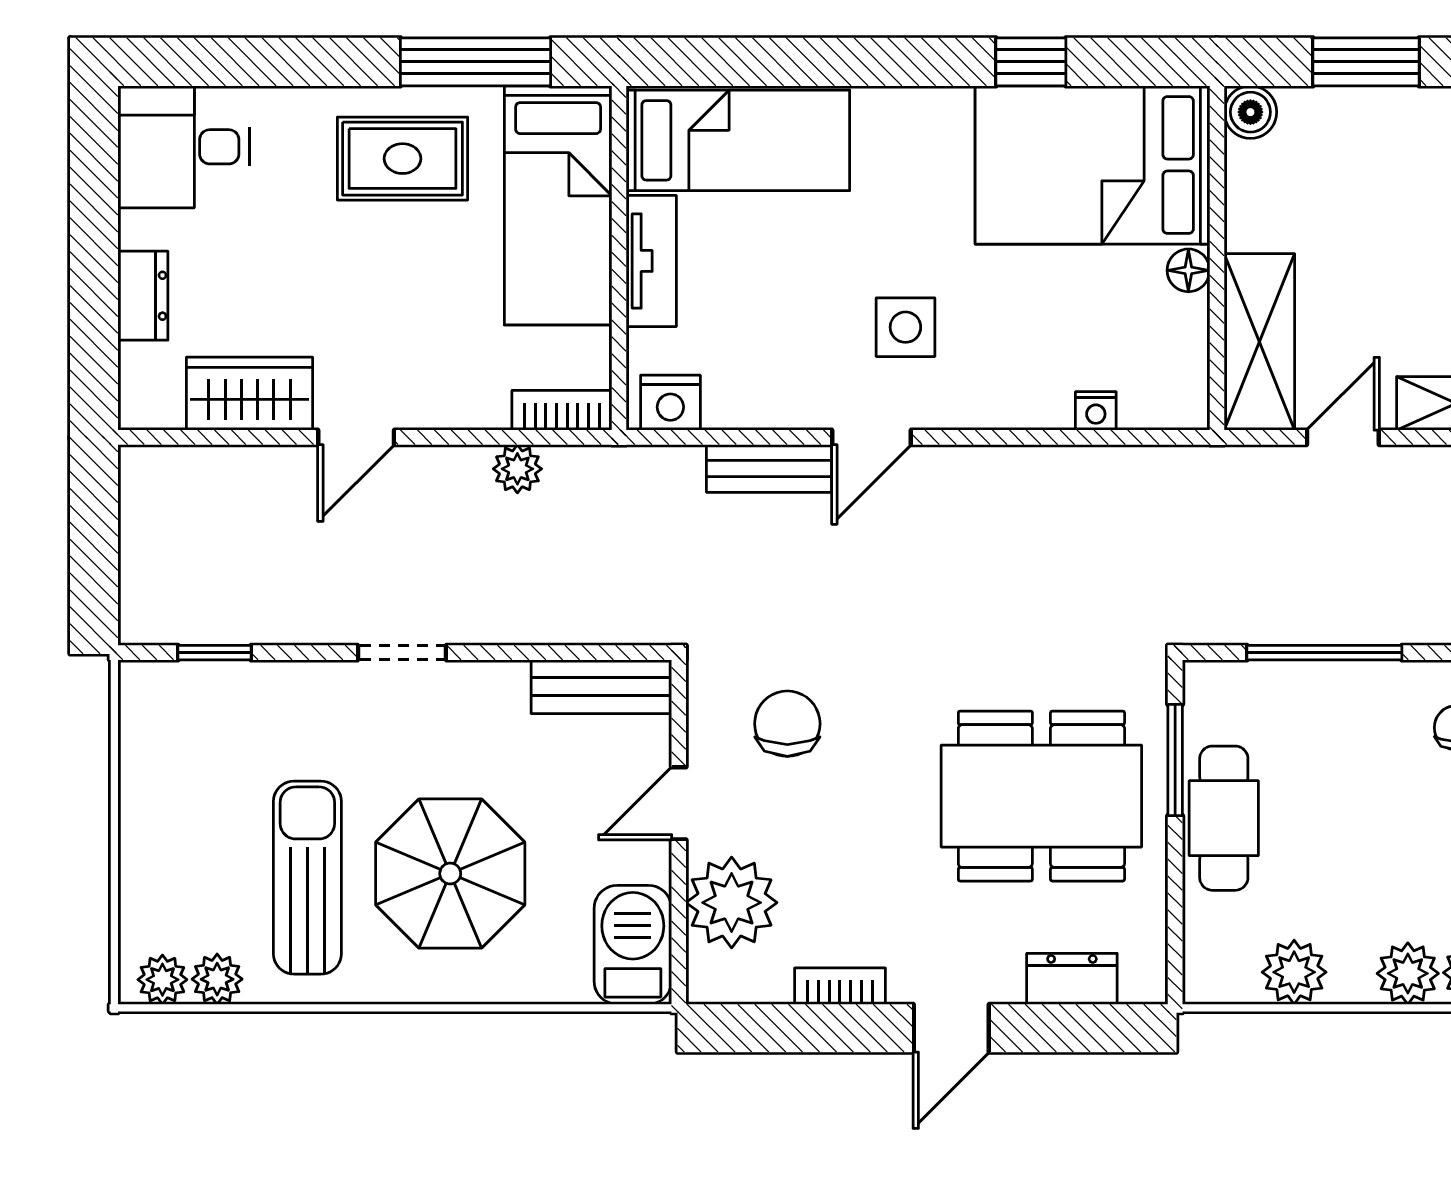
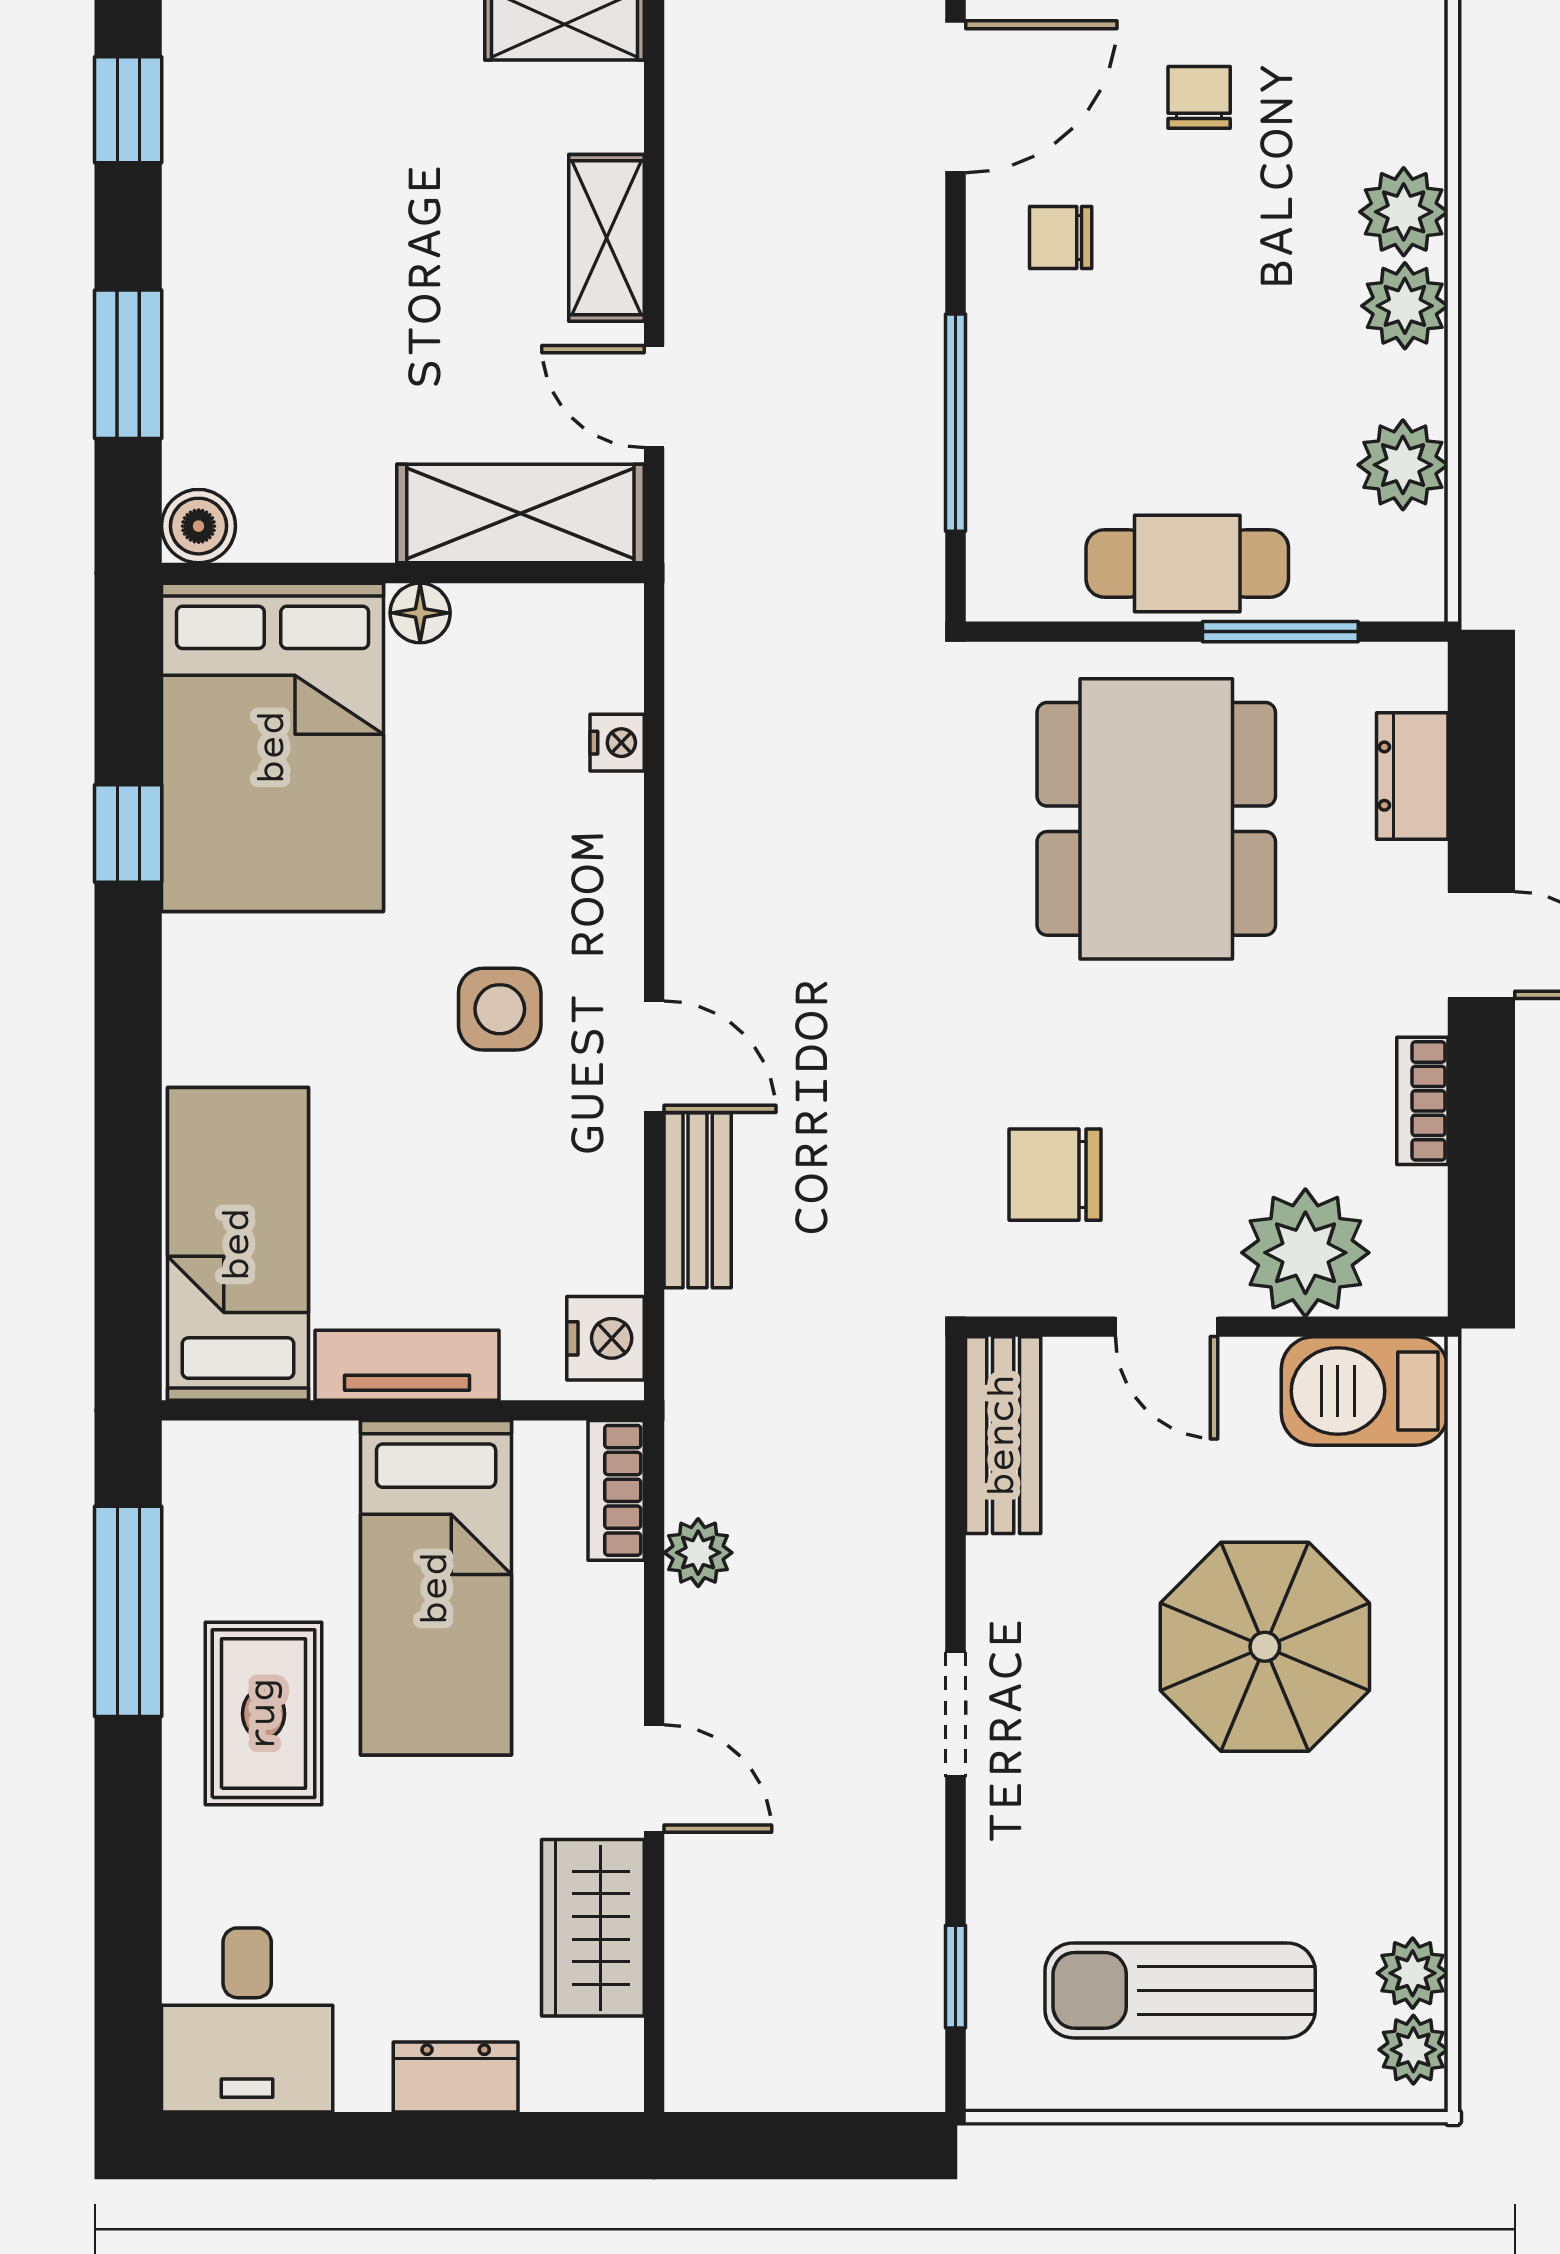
bed: (558, 205) -> (436, 1588), moved, turned 90
window: (1175, 760) -> (1280, 632), moved
sun lounger: (307, 878) -> (1180, 1990), moved

